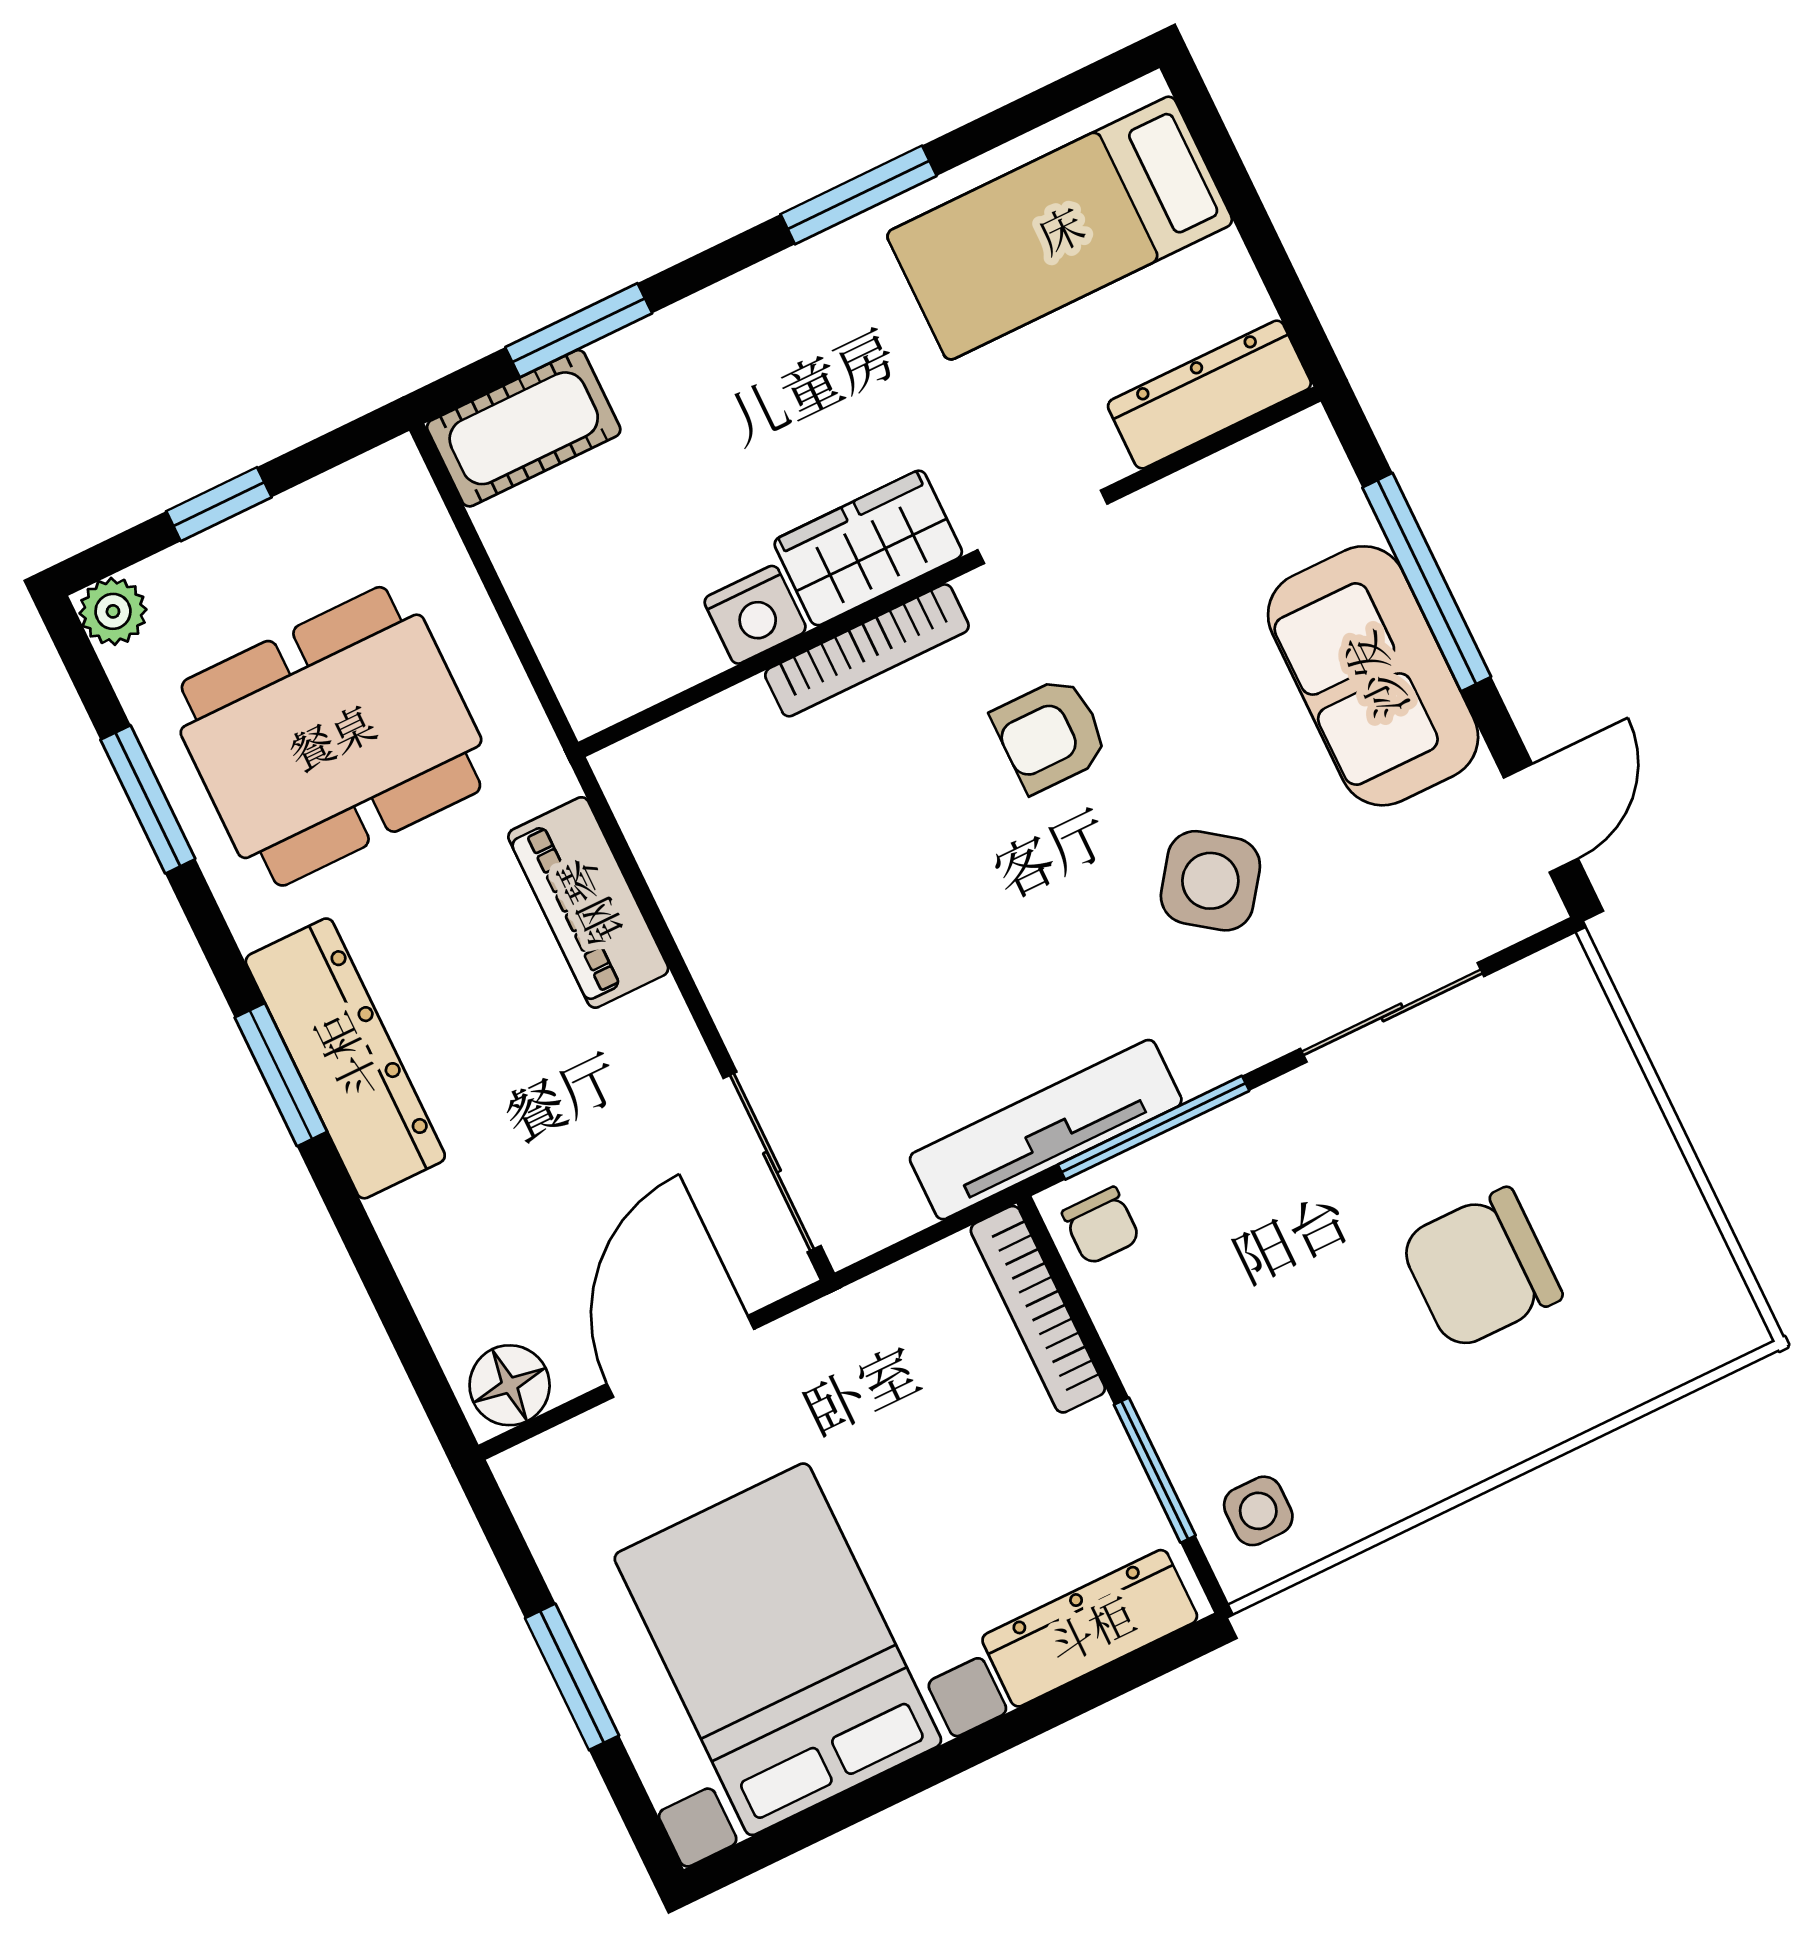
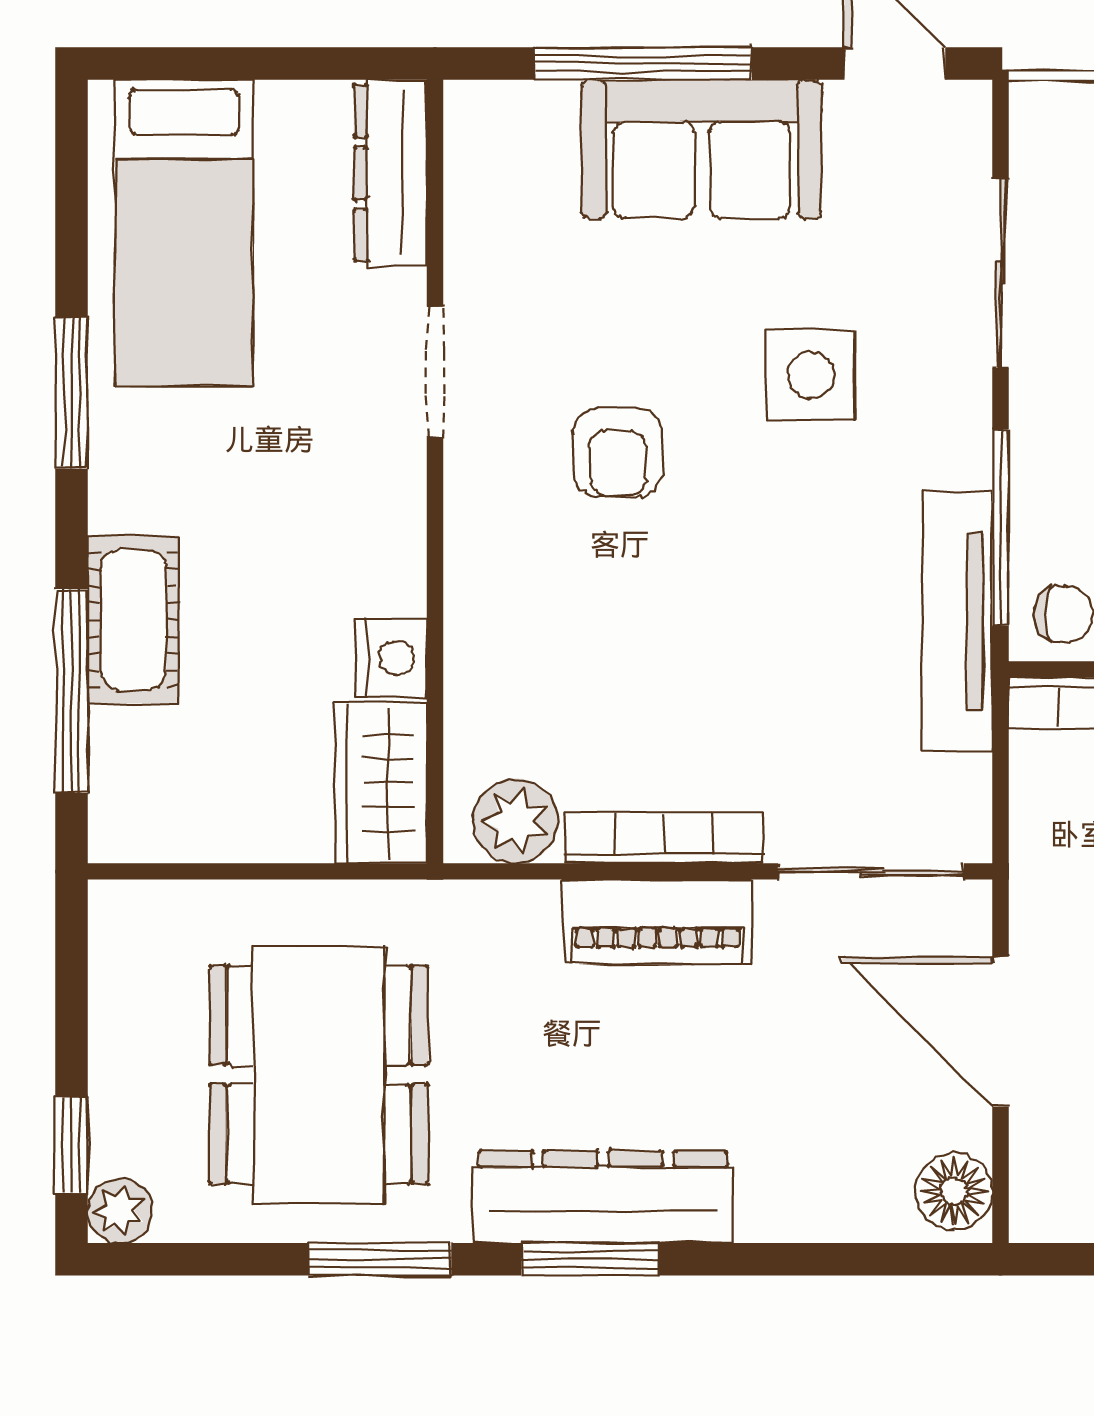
window: (579, 330) -> (71, 691), width x1.44
cot: (524, 428) -> (133, 620), moved
window: (219, 504) -> (71, 1145), moved
wardrobe: (868, 548) -> (380, 783), moved
bookcase: (867, 650) -> (663, 838), moved, turned -90
window: (148, 799) -> (380, 1259), moved
plant: (658, 806) -> (516, 821), added
side table: (1210, 881) -> (811, 375), turned -36
piano: (588, 902) -> (658, 922), moved

